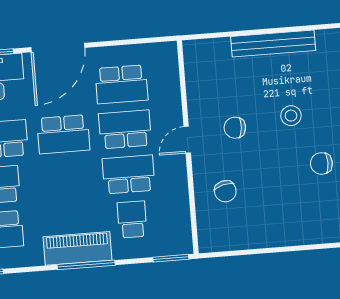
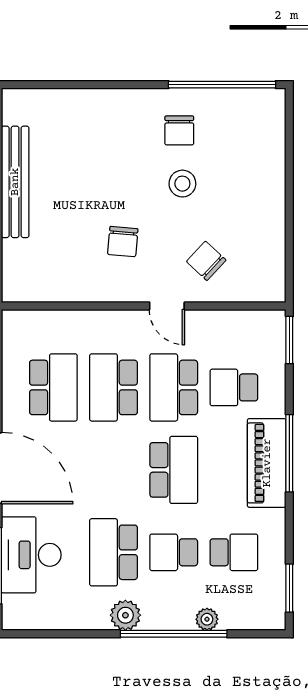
stool: (291, 116) -> (182, 184), moved
school desk: (63, 134) -> (174, 470), moved
door: (187, 140) -> (167, 306), moved
chair: (225, 191) -> (206, 261), turned -123

